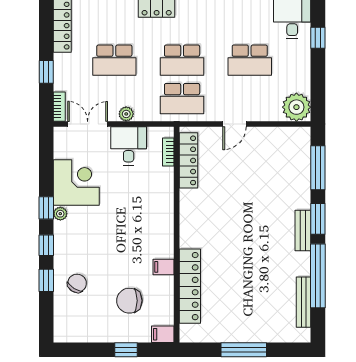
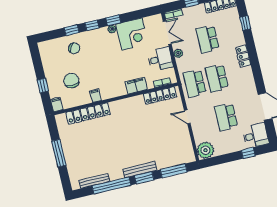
filing cabinet: (163, 196) -> (136, 86), added
bench: (303, 230) -> (140, 170), width x1.36

